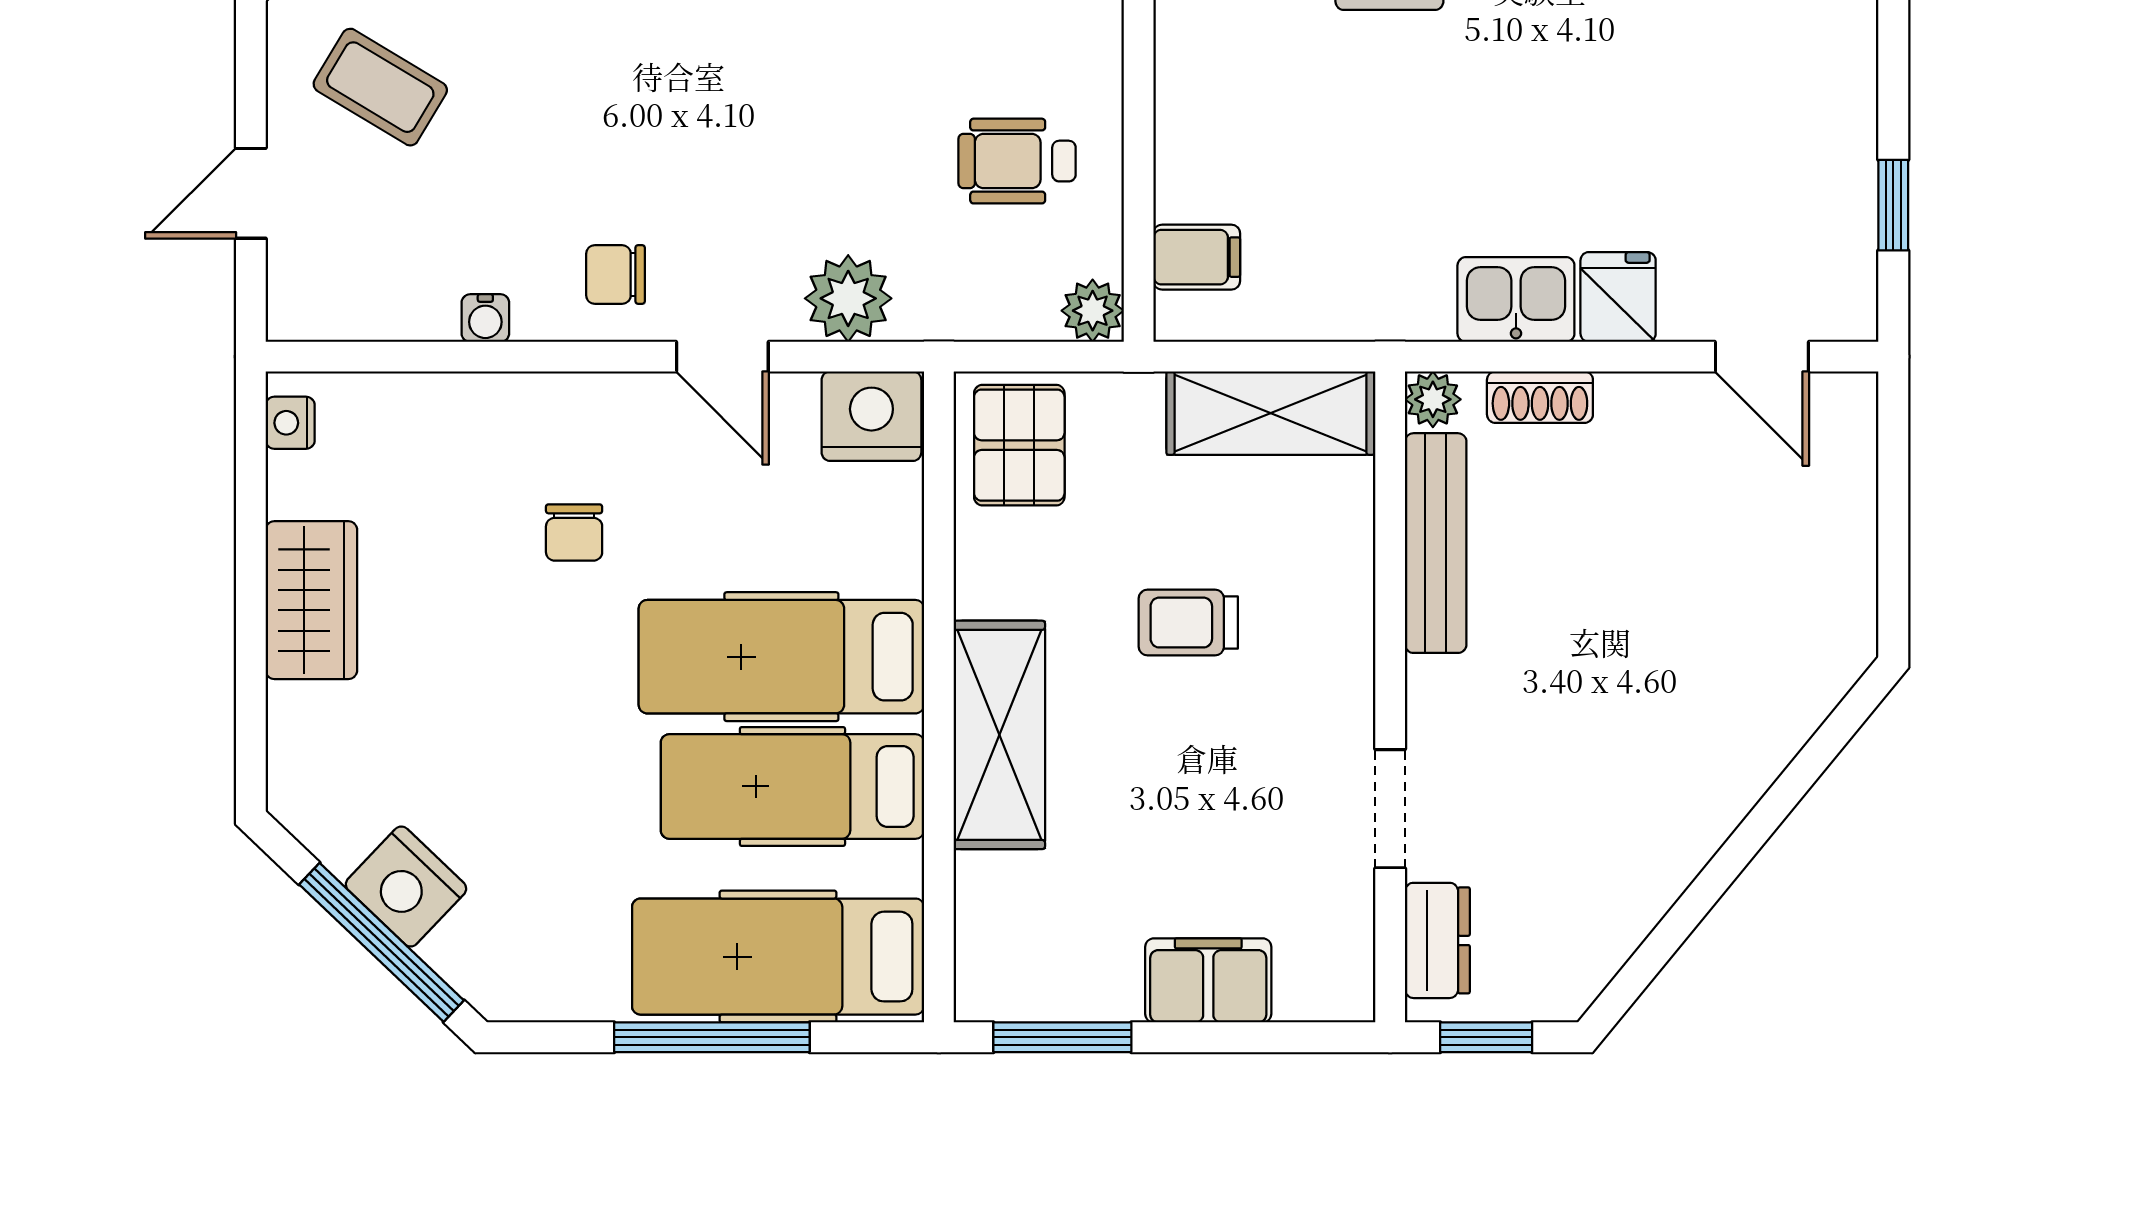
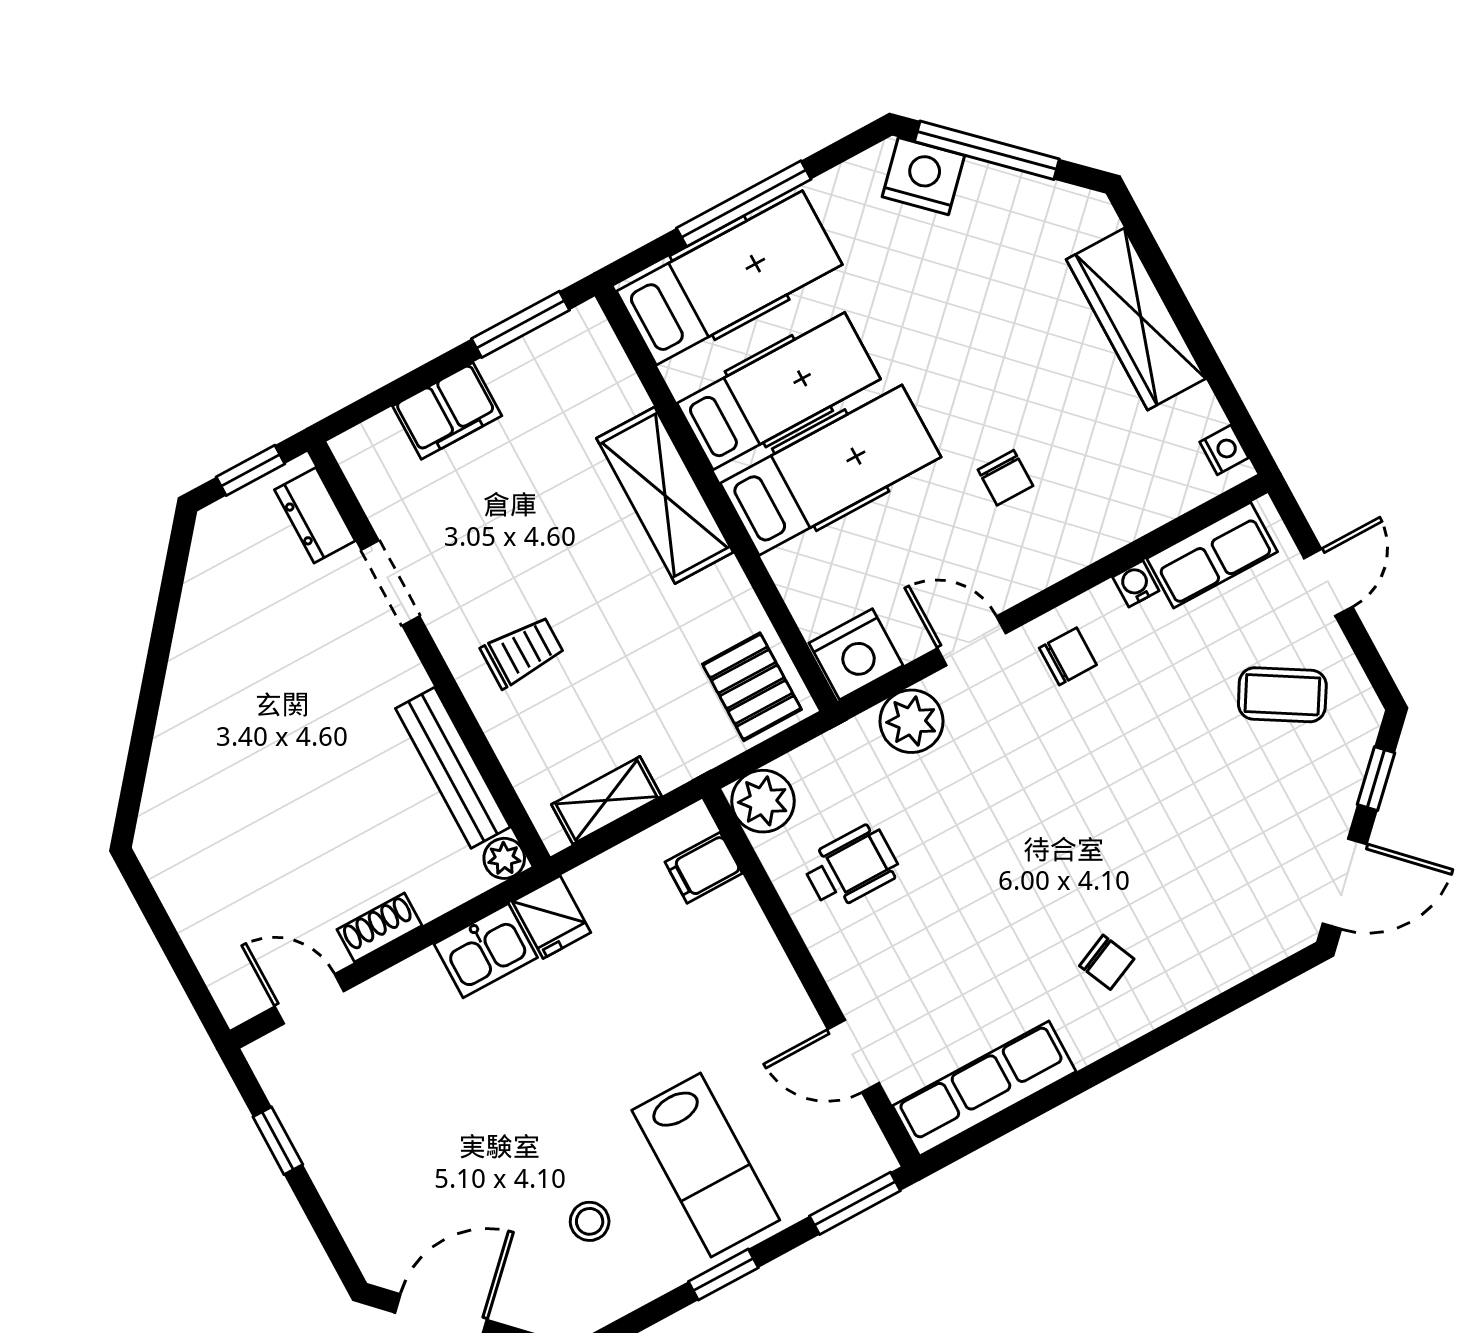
fridge: (1618, 297) -> (552, 917), moved
row of seats: (374, 303) -> (1212, 555), added
plant: (1093, 311) -> (763, 801), width x1.38, depth x1.38
shoe rack: (1540, 397) -> (380, 928), moved
shelving: (1271, 413) -> (606, 800), width x0.67, depth x0.75
chair: (574, 532) -> (1005, 478), turned 180
wardrobe: (311, 600) -> (1136, 319), width x1.50
trolley: (1188, 623) -> (522, 652), moved
nightstand: (406, 886) -> (923, 176), moved

